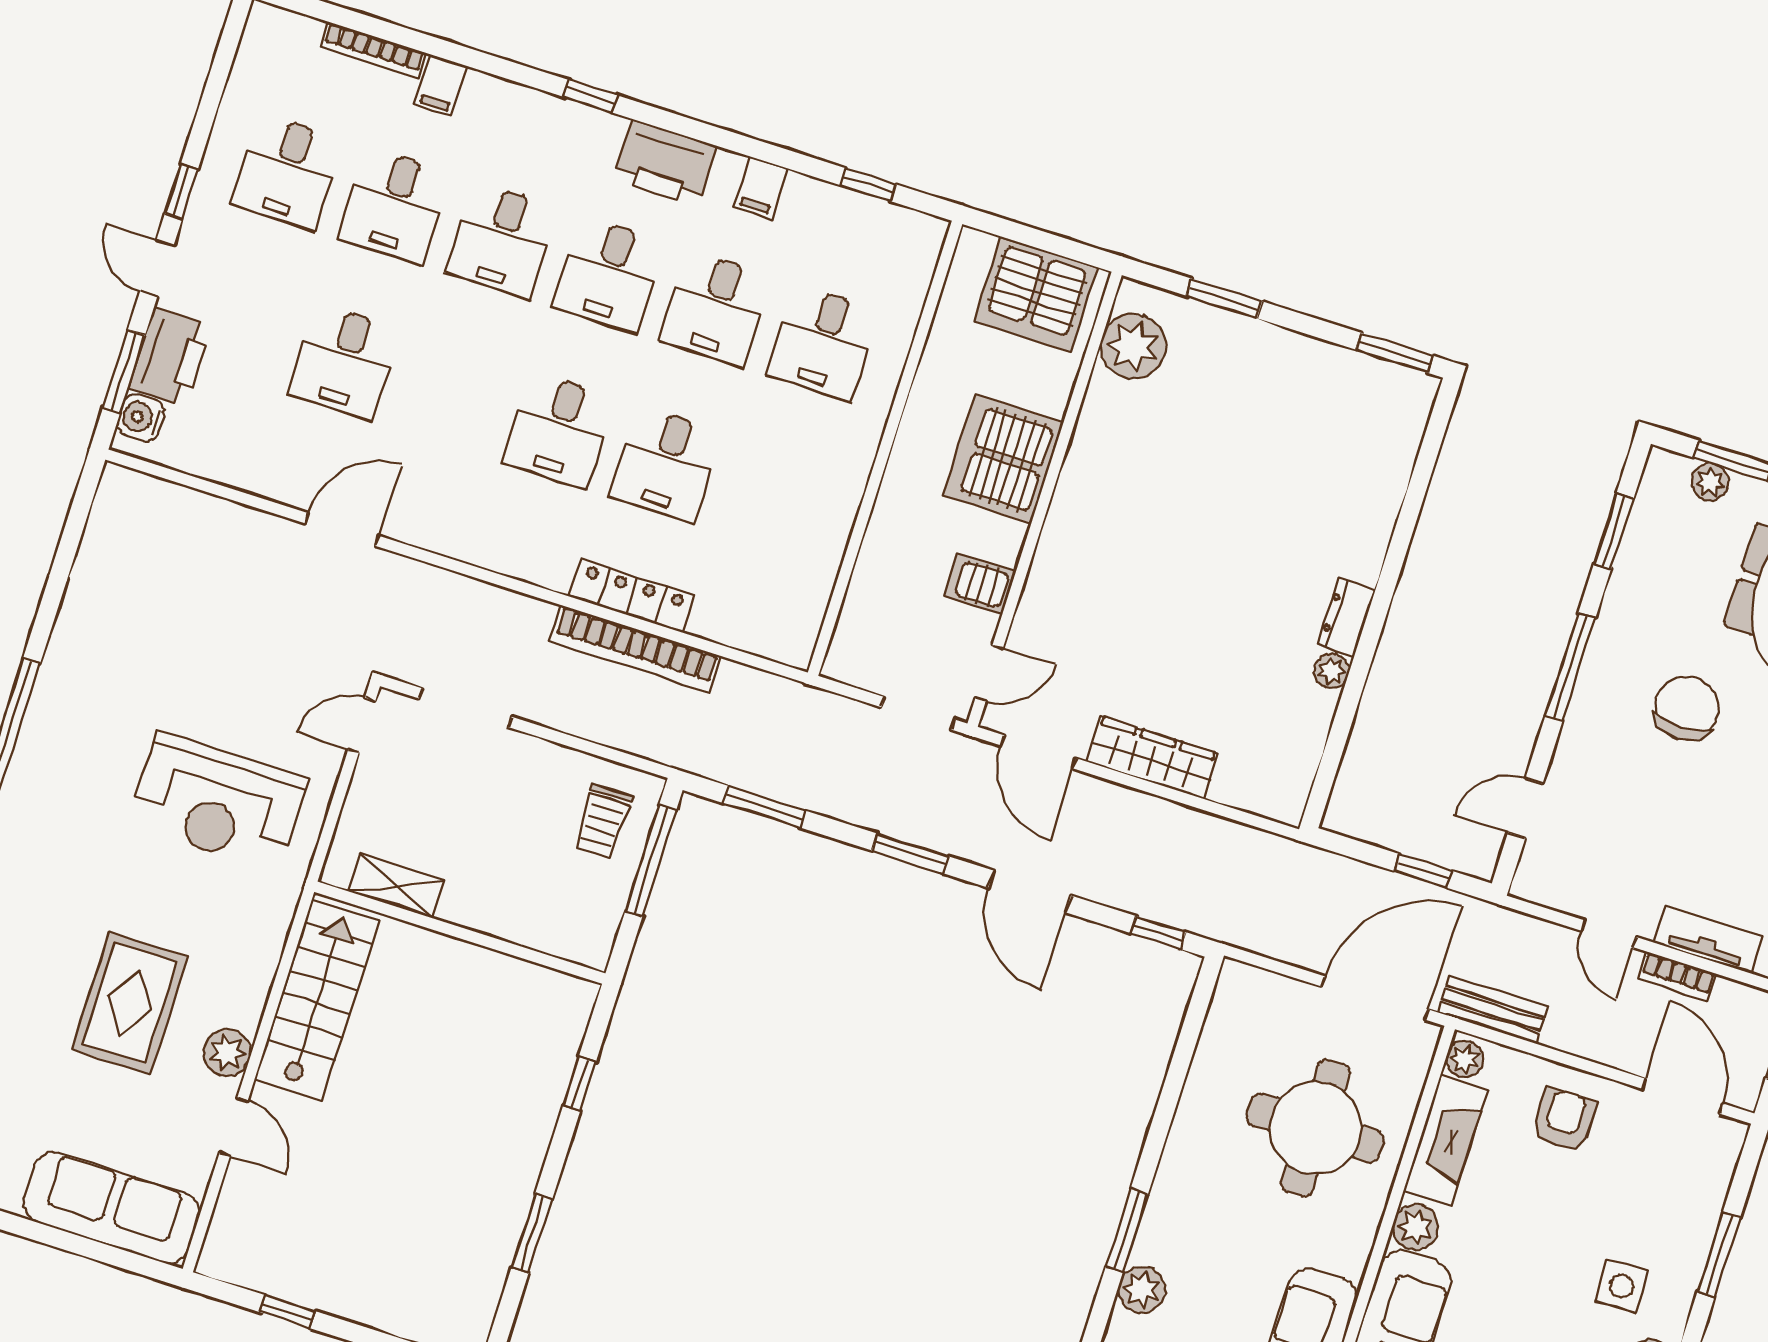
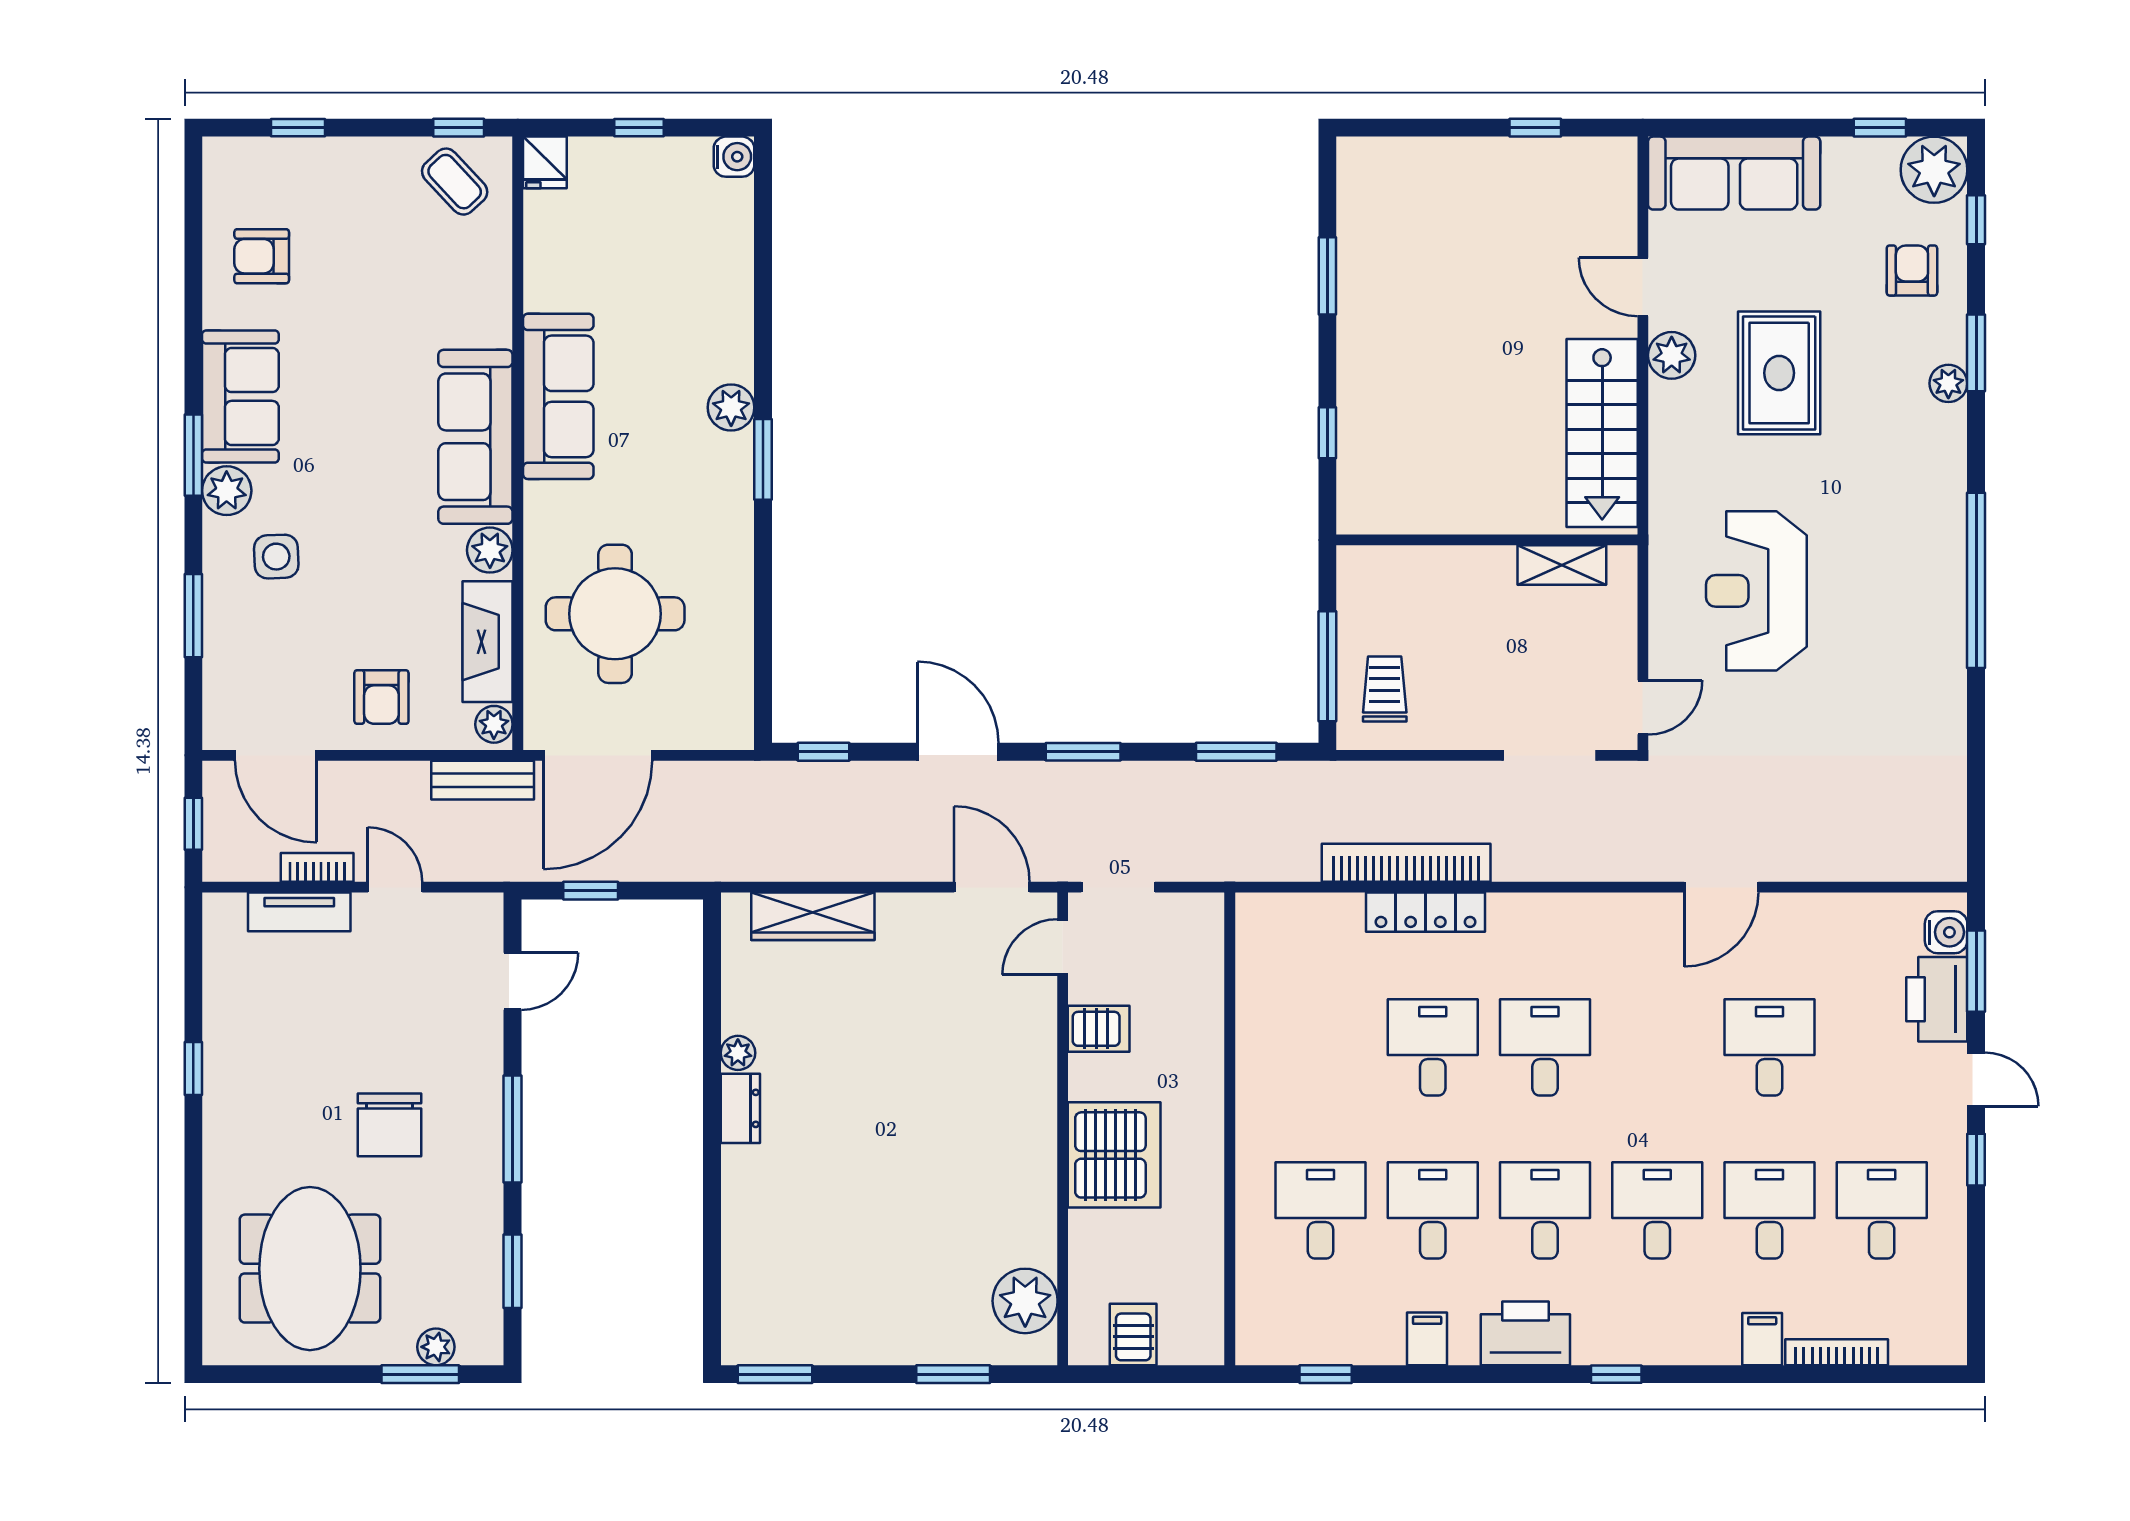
server rack: (1036, 294) -> (1133, 1334), width x0.46, depth x0.70
wardrobe: (1152, 757) -> (813, 916), moved
reception desk: (218, 802) -> (1756, 591), turned -90

